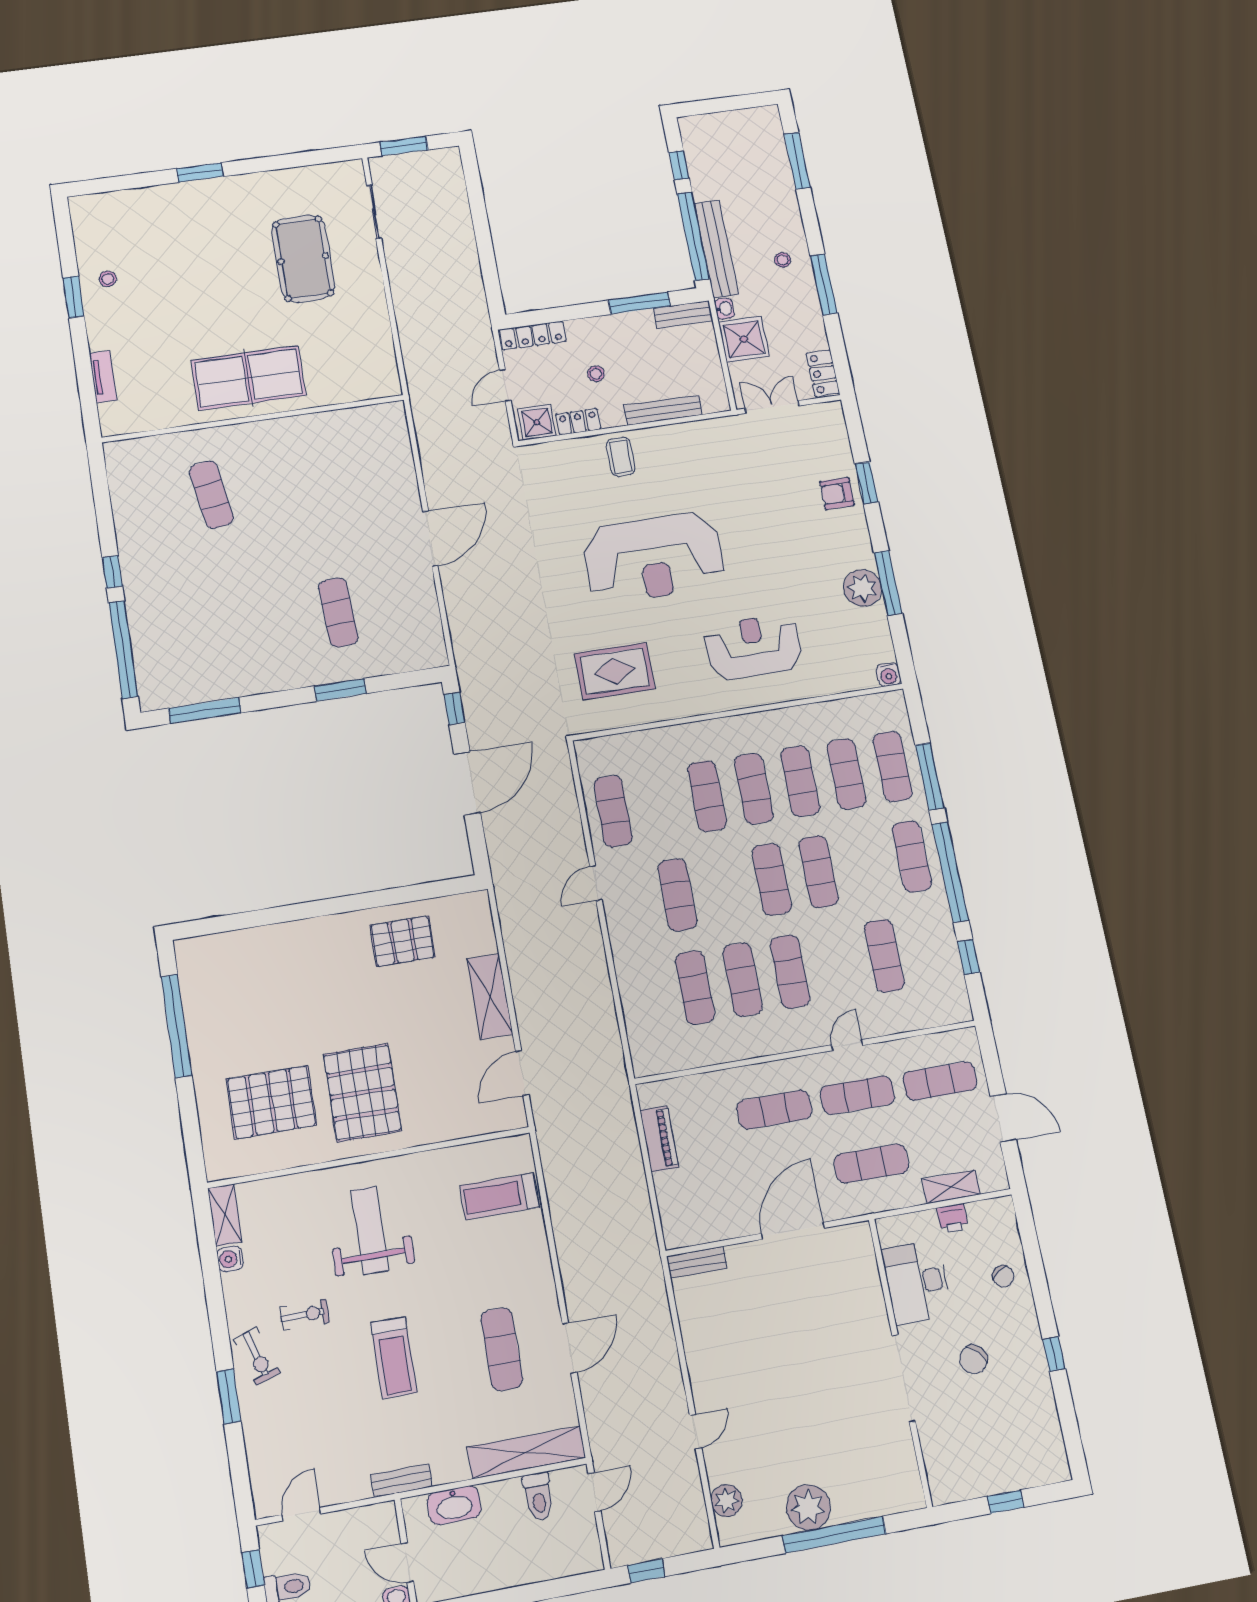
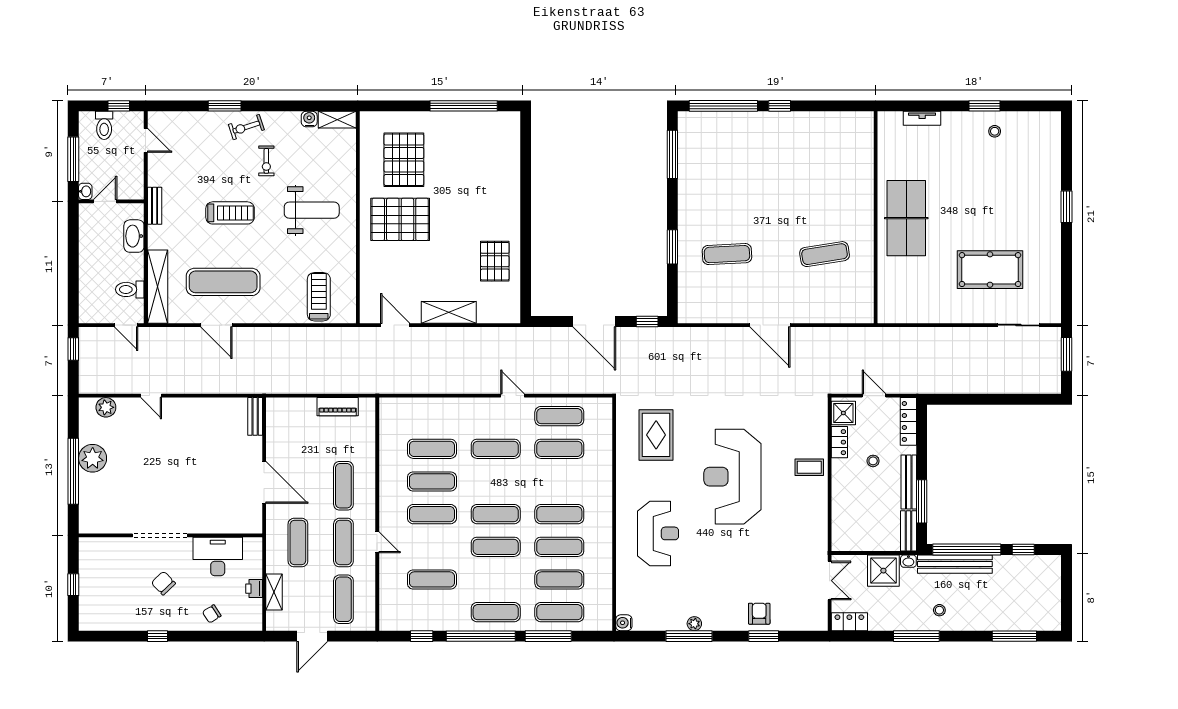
bench: (663, 410) -> (909, 482), moved
exercise mat: (211, 495) -> (825, 254), moved
plant: (862, 588) -> (694, 624), width x0.53, depth x0.53
exercise mat: (707, 796) -> (559, 449), moved
exercise mat: (502, 1349) -> (223, 282), width x1.36, depth x1.45
treadmill: (394, 1358) -> (230, 213), turned 180

